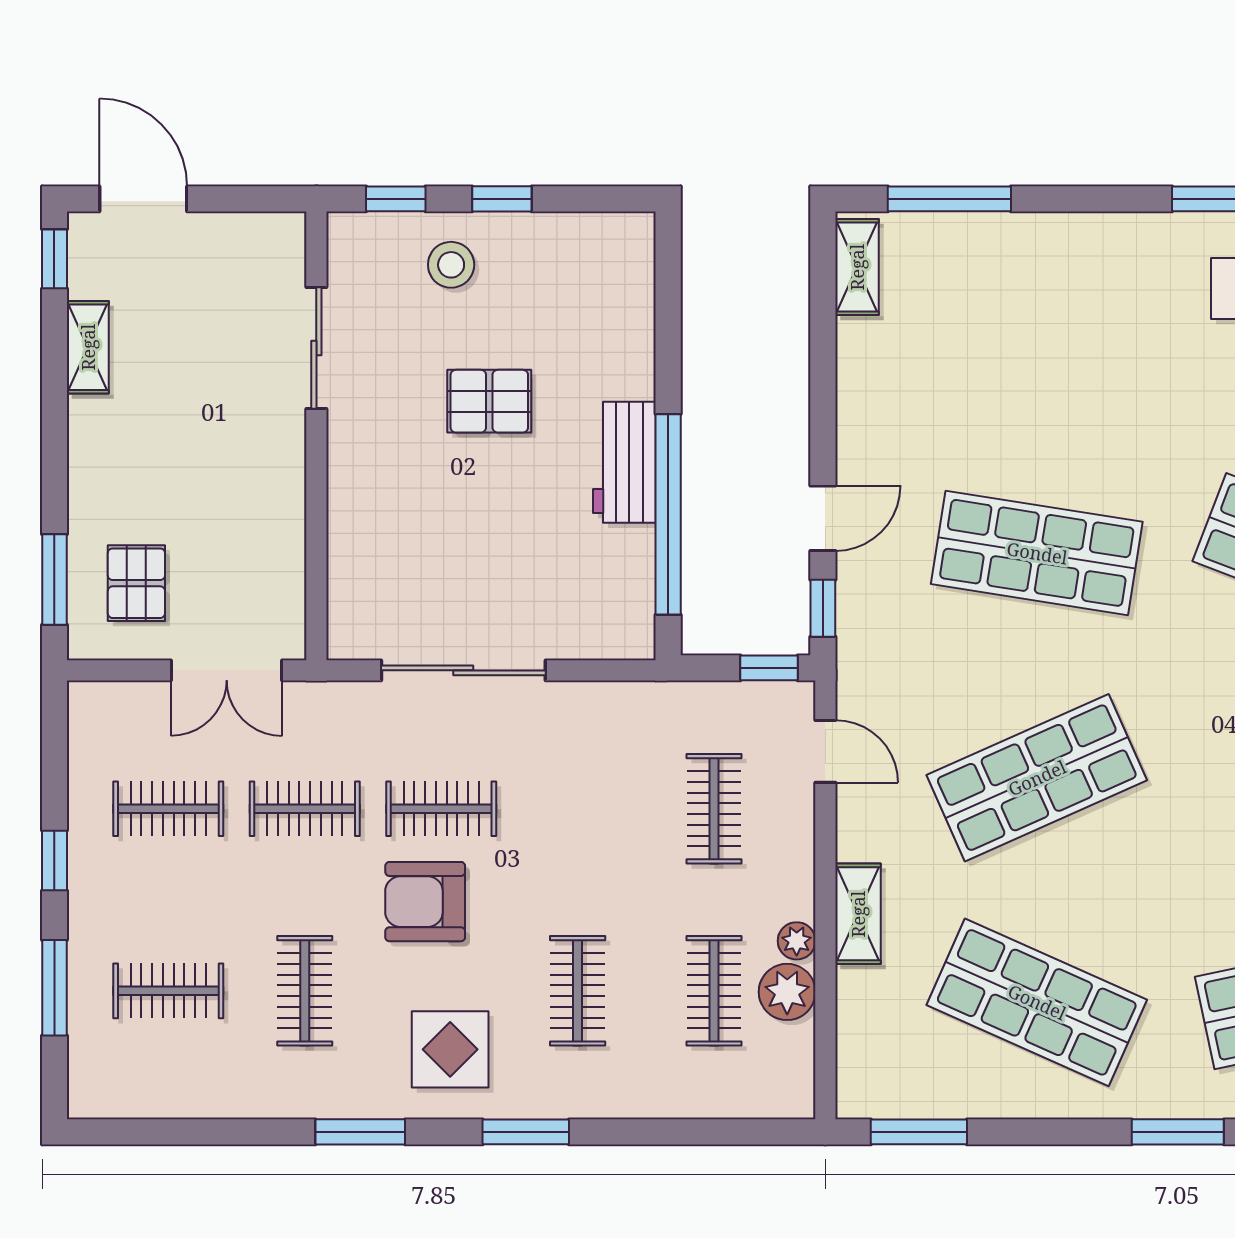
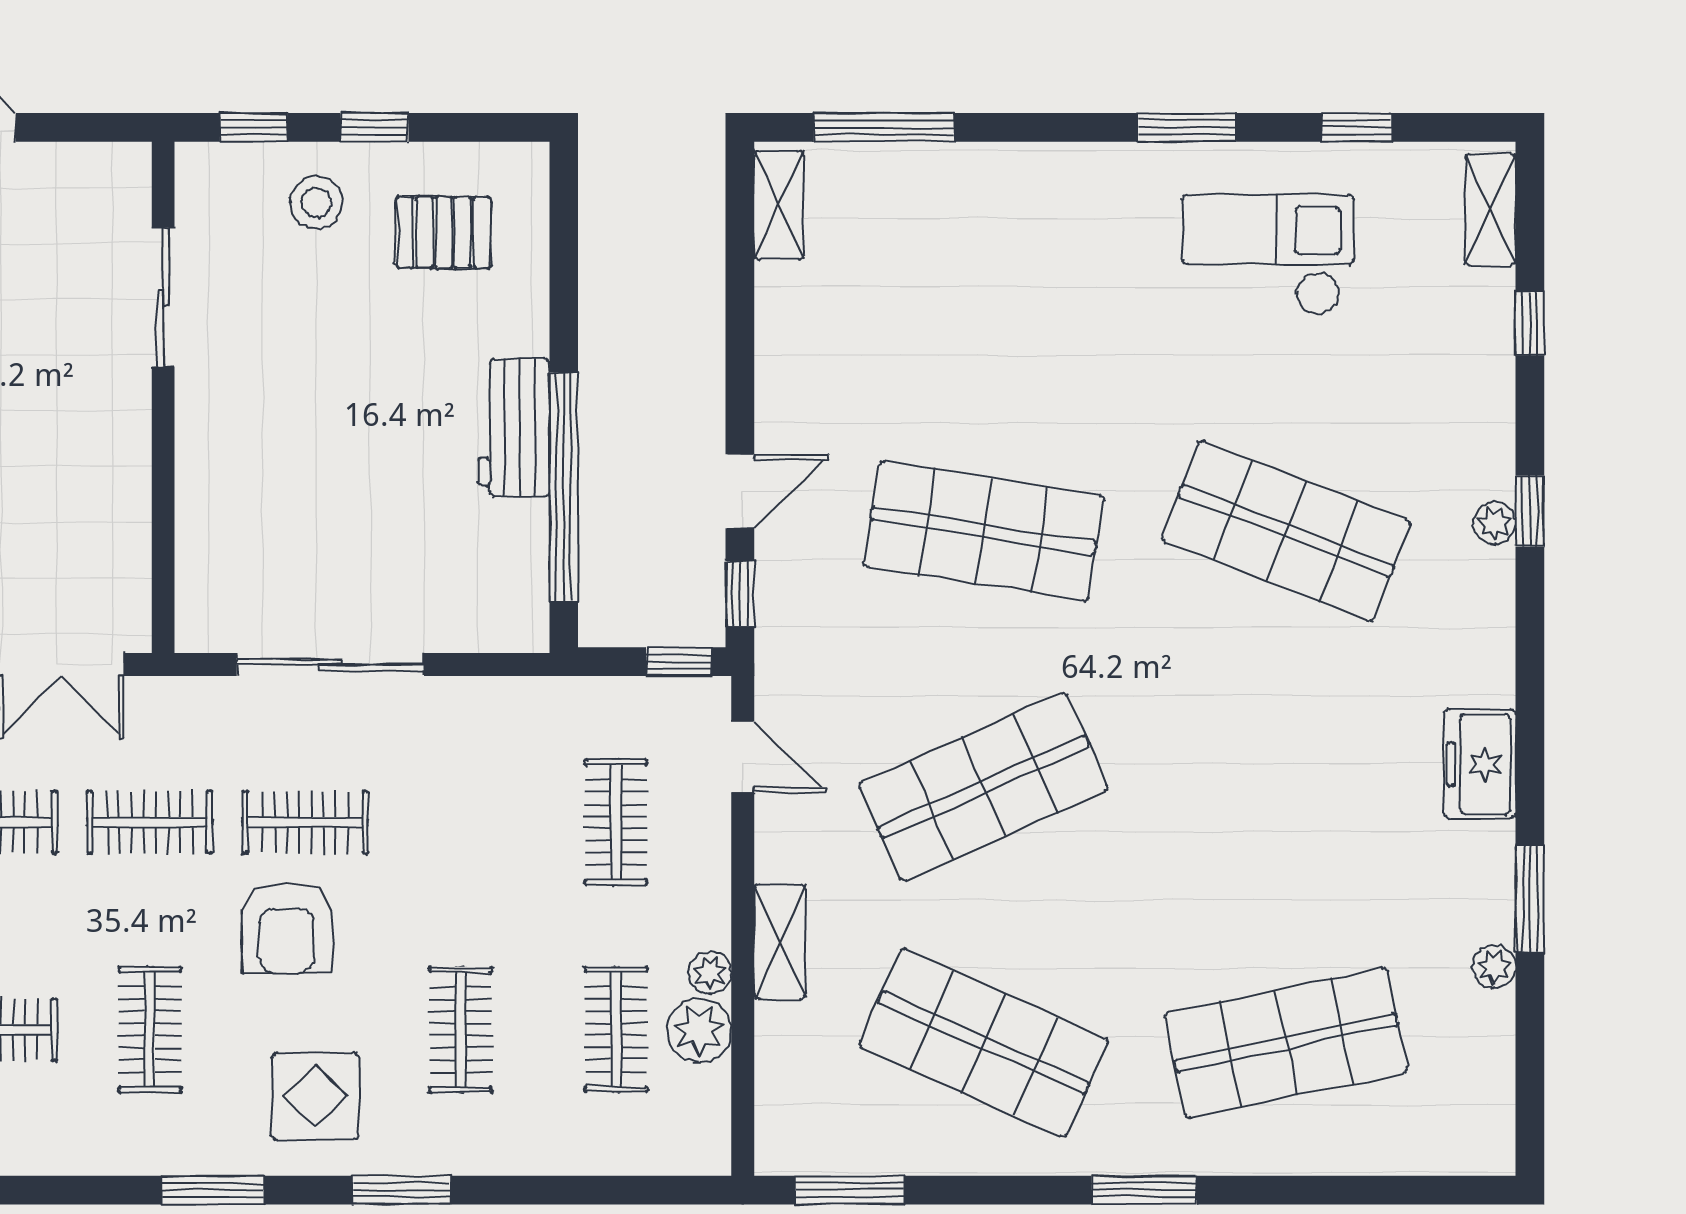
pallet: (489, 401) -> (444, 232), moved
armchair: (425, 902) -> (287, 928), turned -90

